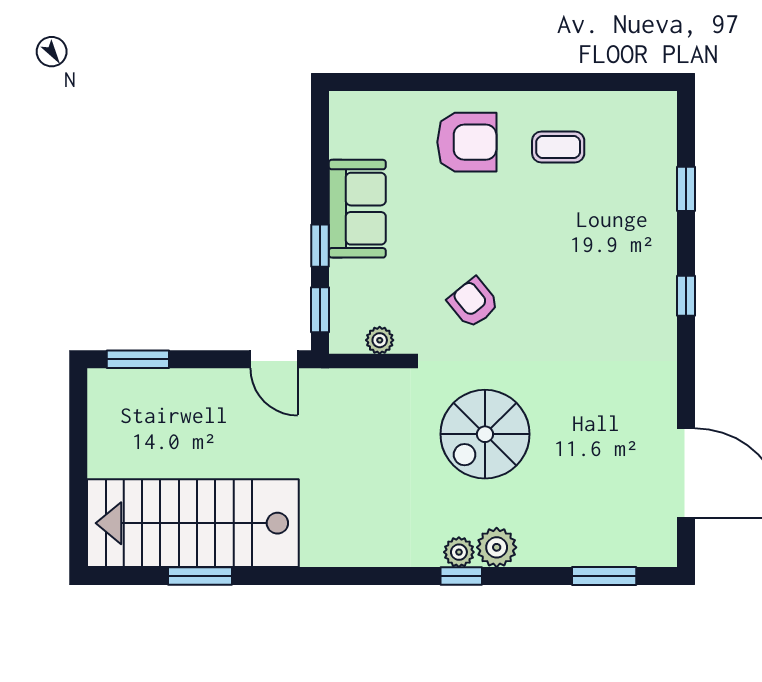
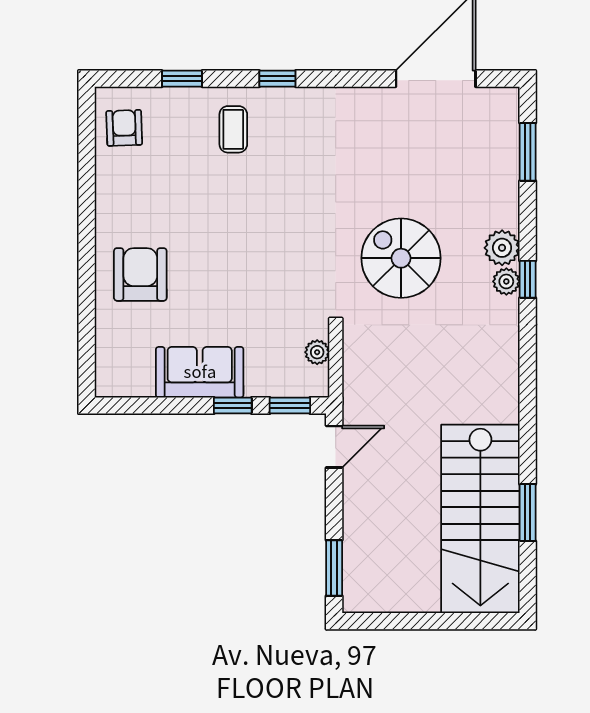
coffee table: (558, 147) -> (233, 129), moved
armchair: (473, 303) -> (124, 128), moved, turned 127
spiral stairs: (485, 434) -> (401, 258), turned 180

